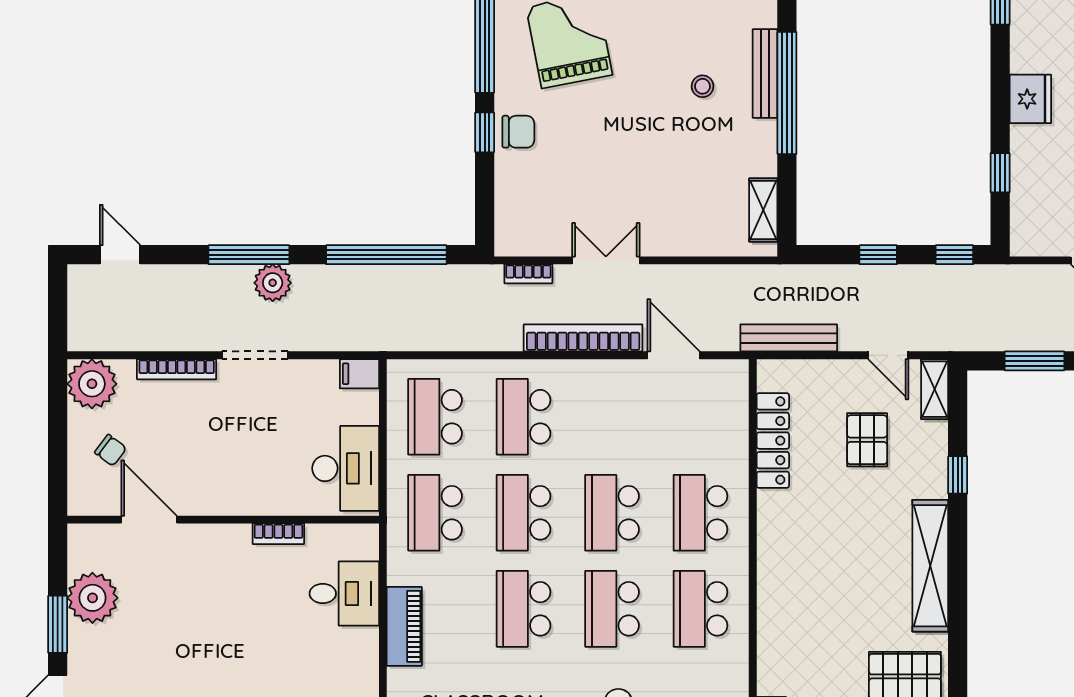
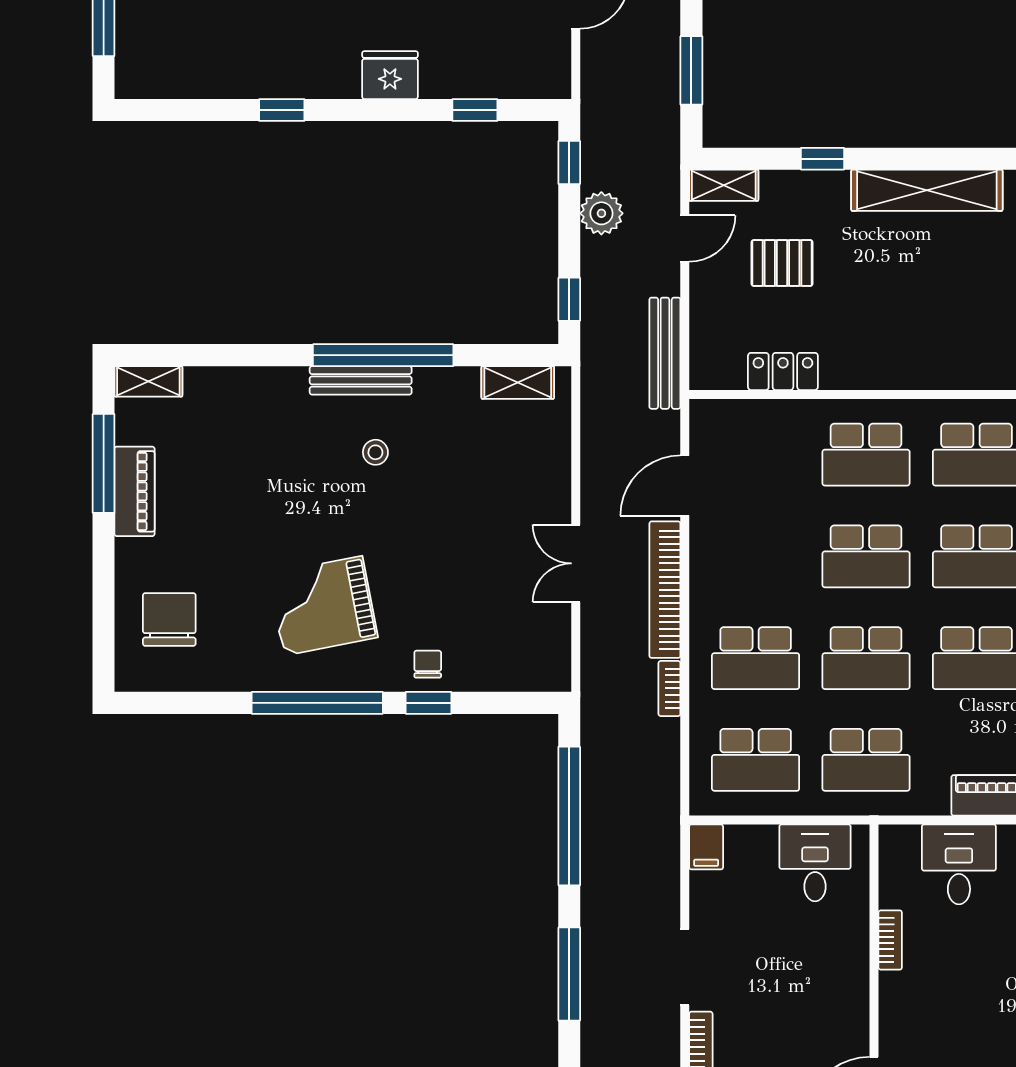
chair: (518, 132) -> (428, 664), width x0.73, depth x0.73
window: (878, 255) -> (569, 299), moved
bookcase: (528, 274) -> (669, 688), moved, turned 180
plant: (273, 283) -> (601, 213), moved
locker: (773, 441) -> (783, 371), width x0.66
desk: (346, 468) -> (815, 863), width x0.73

